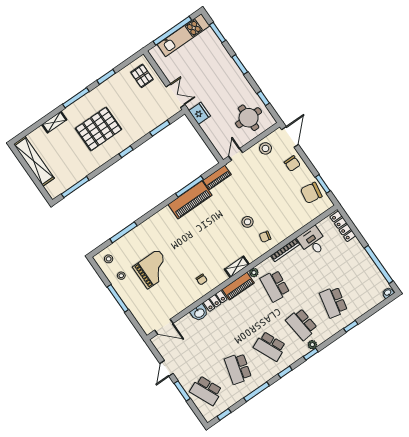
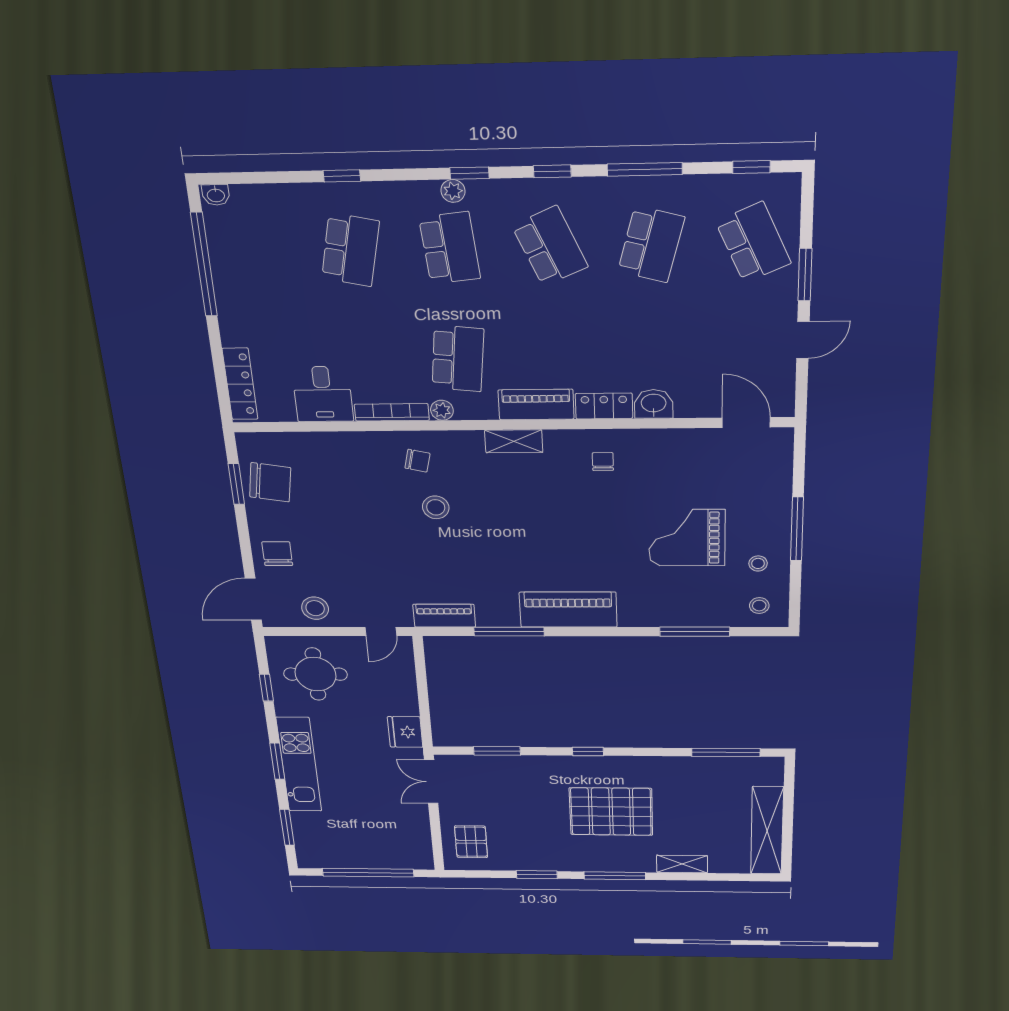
kitchen unit: (184, 35) -> (299, 765), moved, turned 90
piano: (190, 200) -> (568, 610), moved
plant: (254, 273) -> (442, 410), moved

